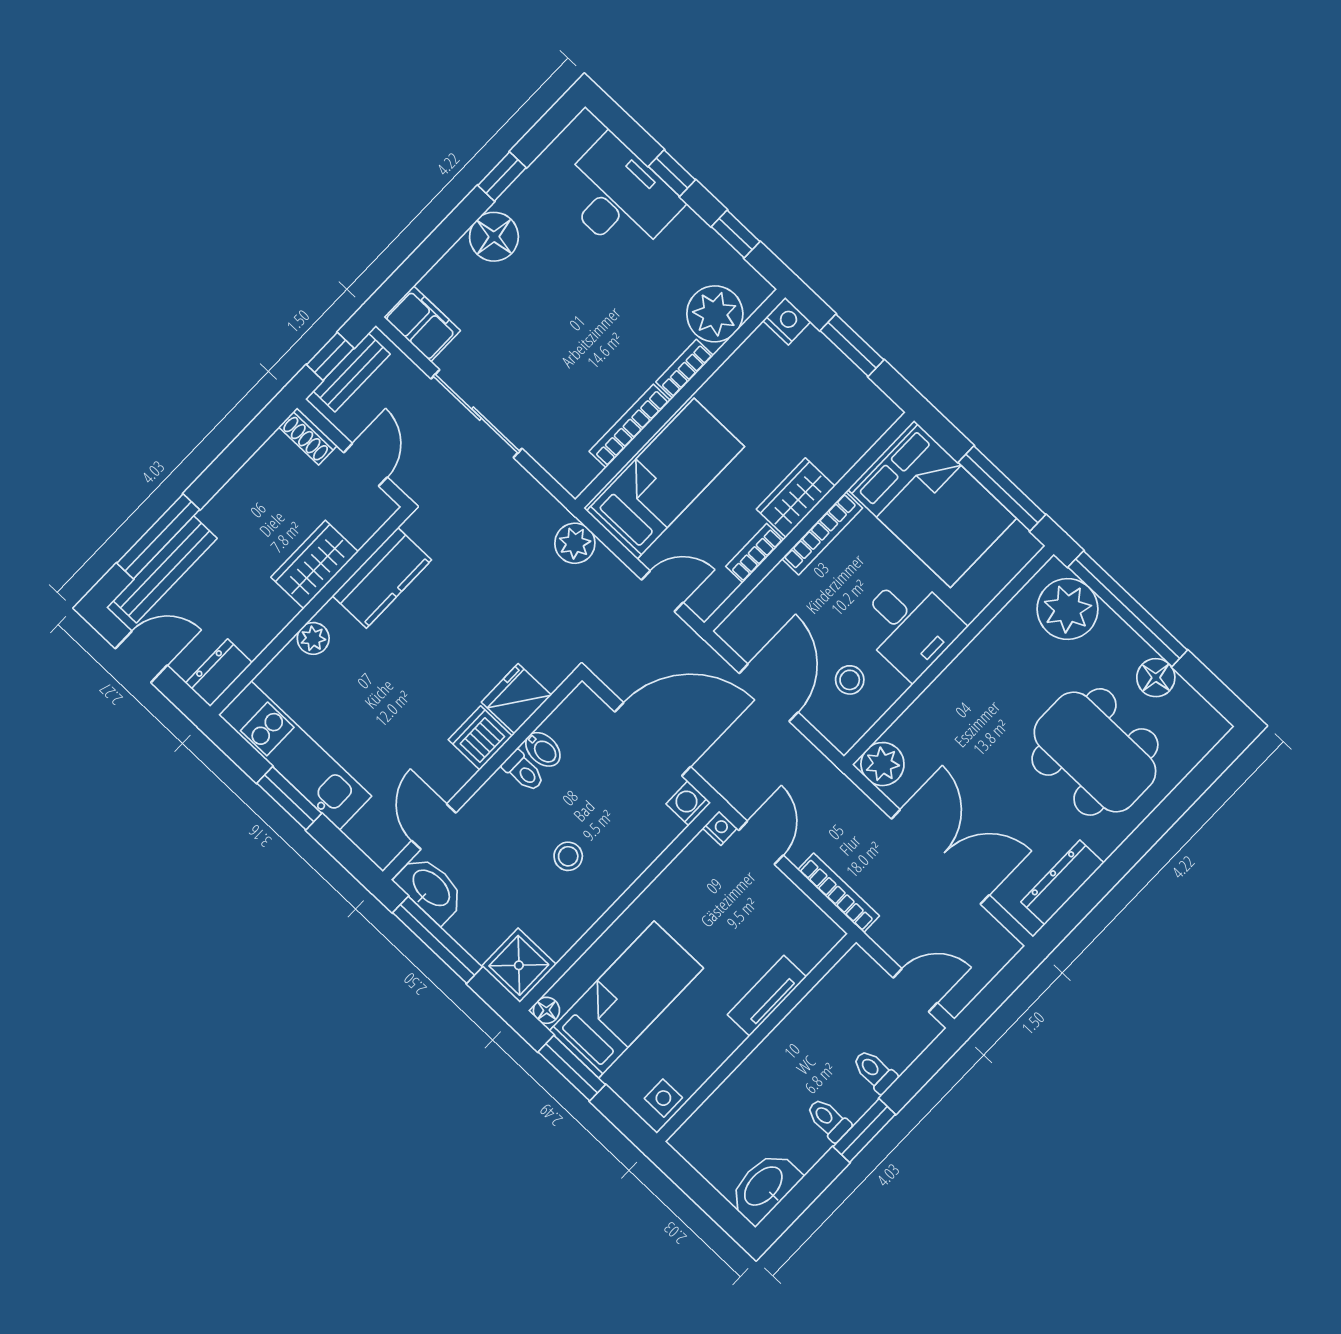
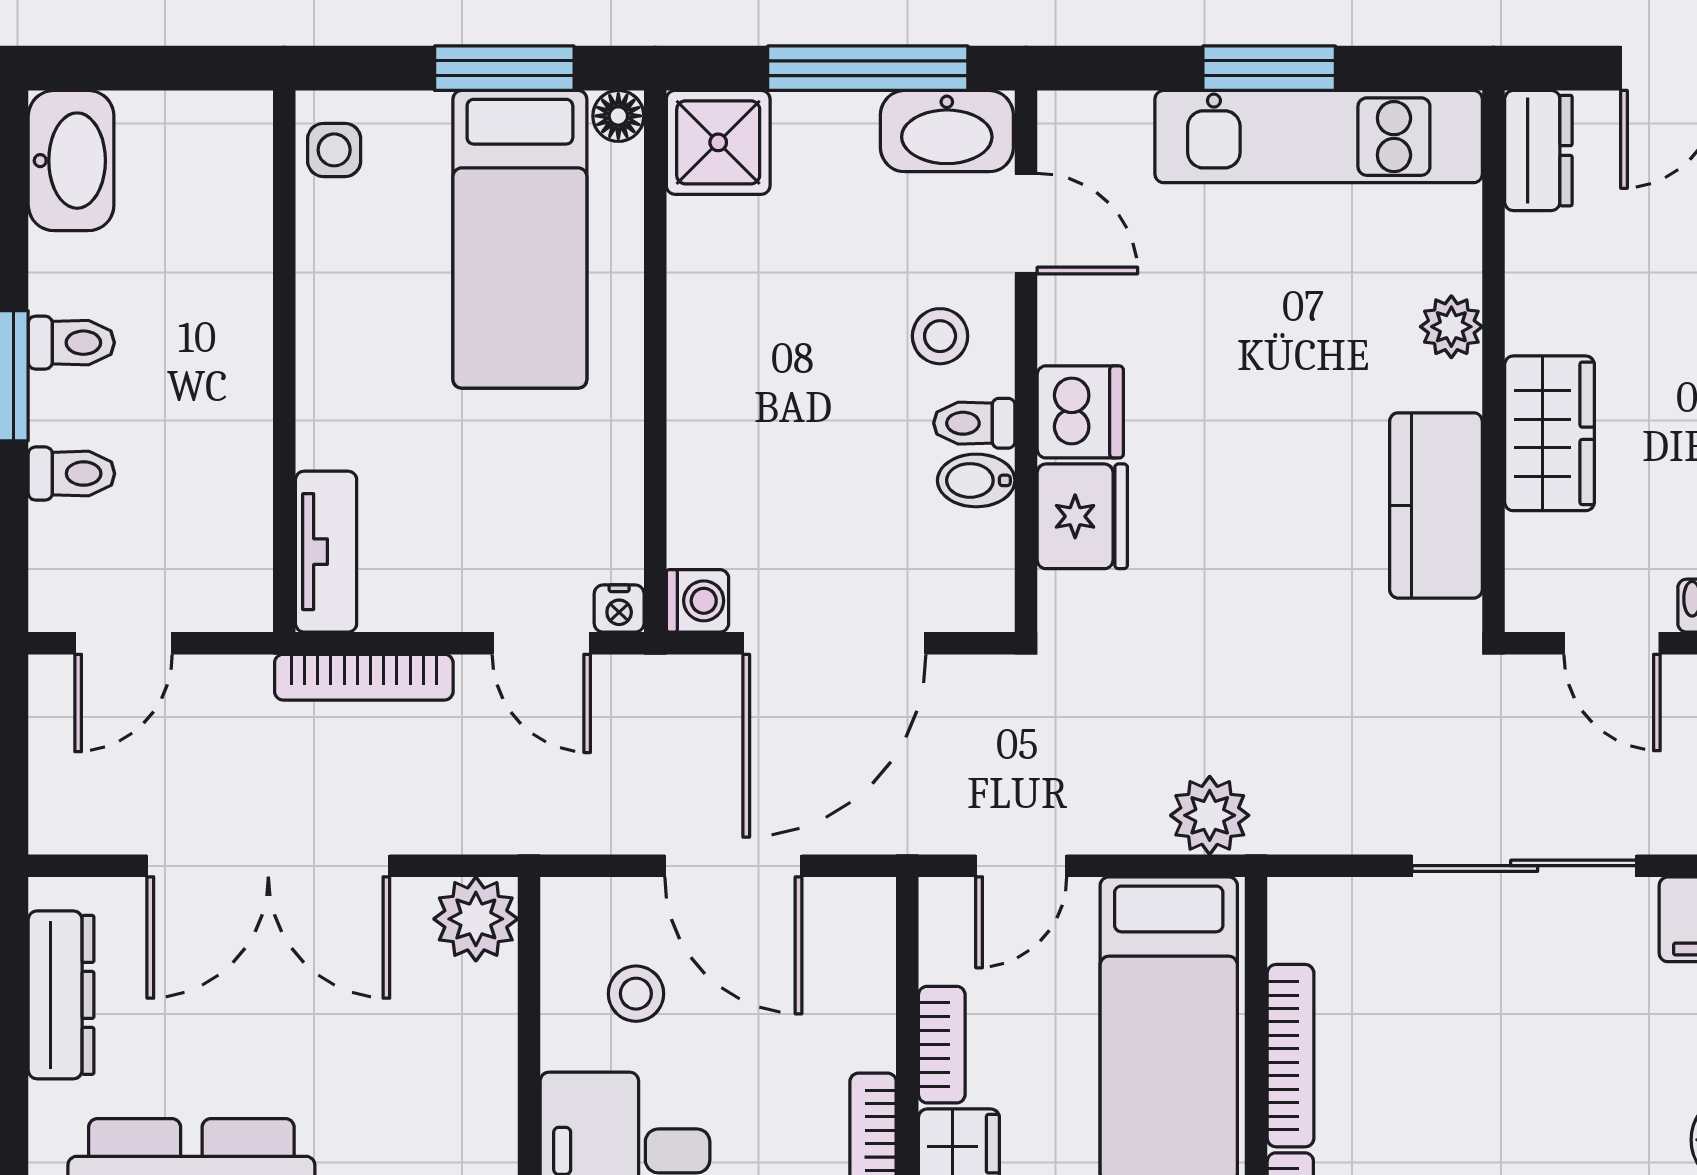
stool: (568, 856) -> (940, 336), moved
tv unit: (767, 996) -> (326, 552), moved

